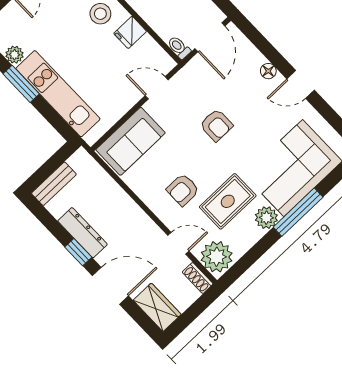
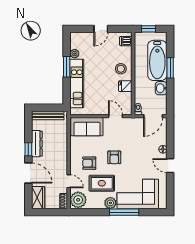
armchair: (216, 125) -> (114, 157), moved
bench: (54, 184) -> (48, 115), width x1.36

